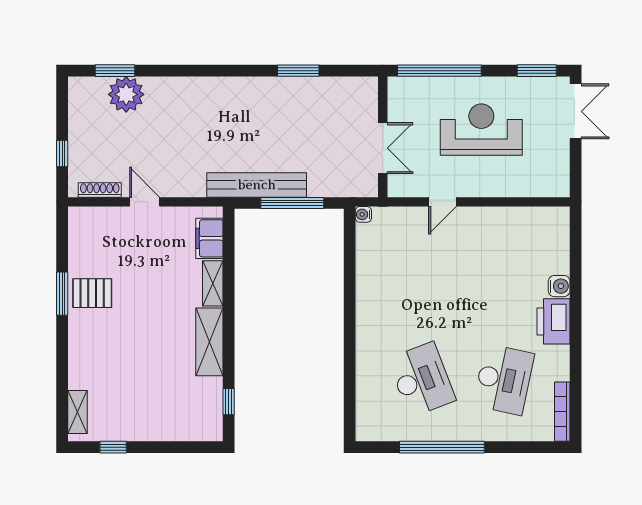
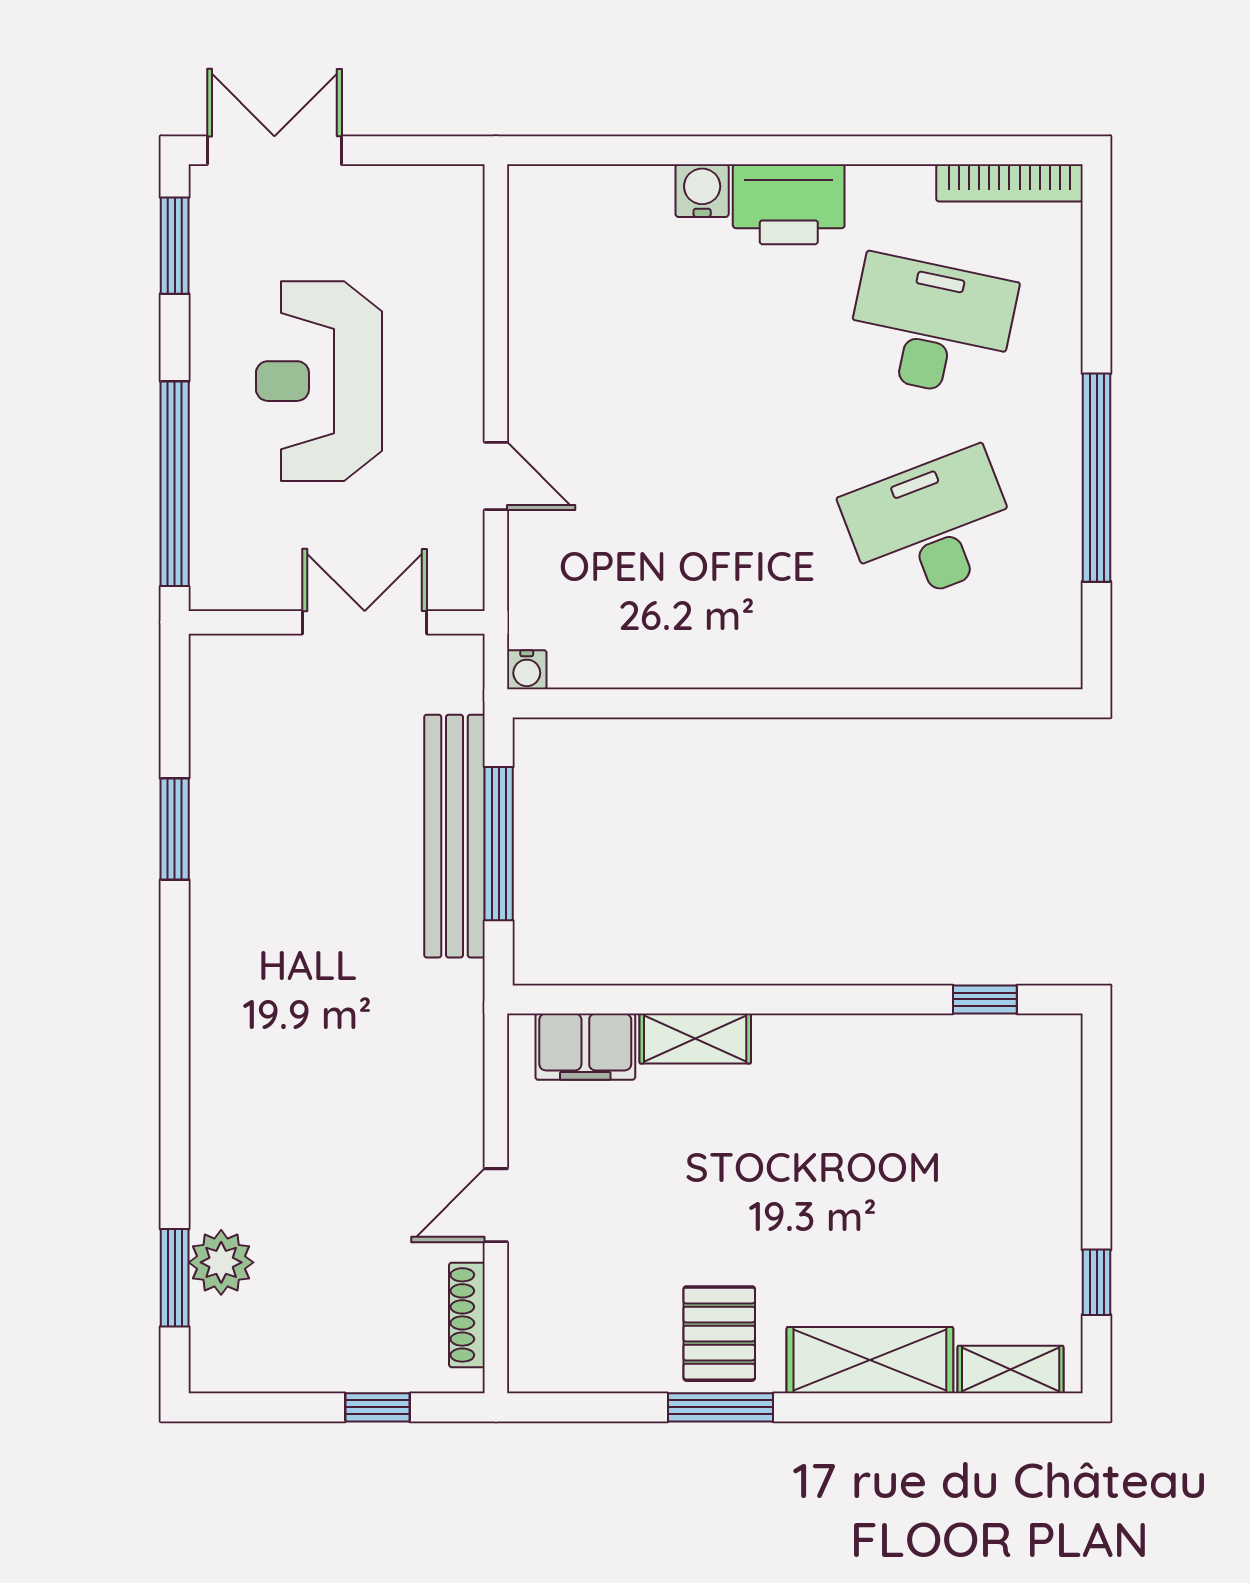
plant: (126, 94) -> (221, 1262), width x0.73, depth x0.73
bench: (257, 185) -> (454, 836), moved
shelving: (209, 342) -> (870, 1360), moved

